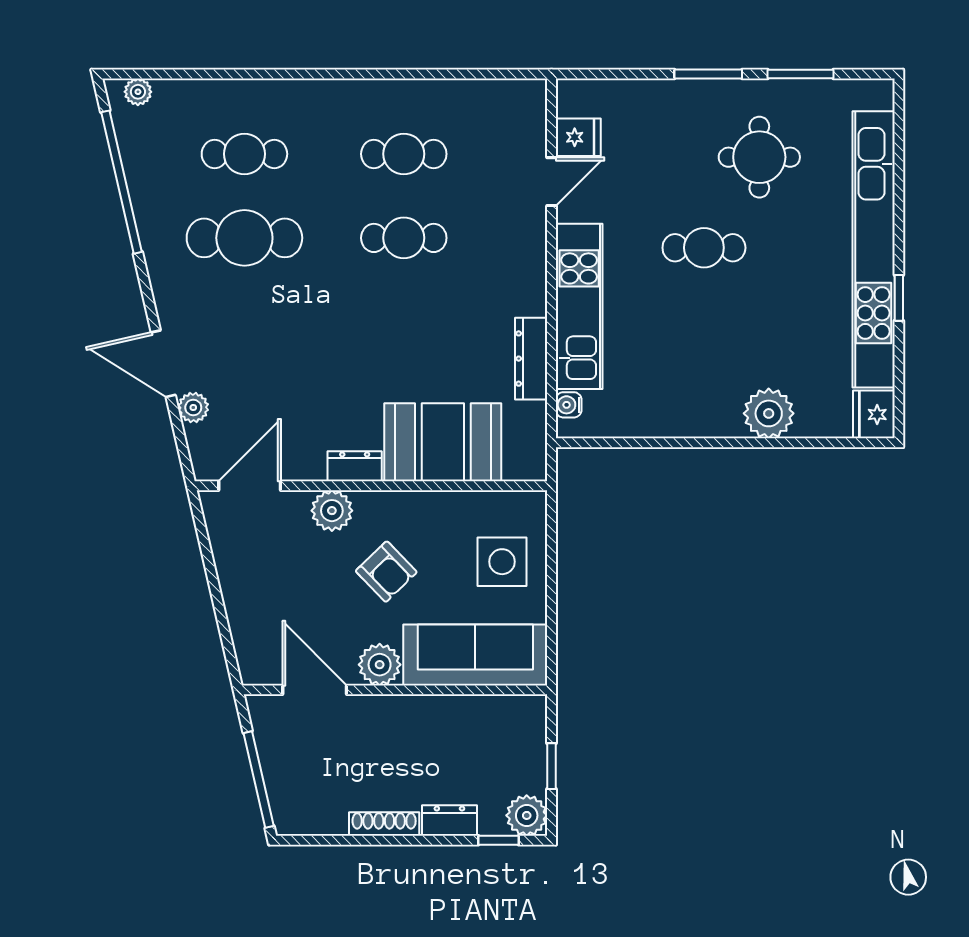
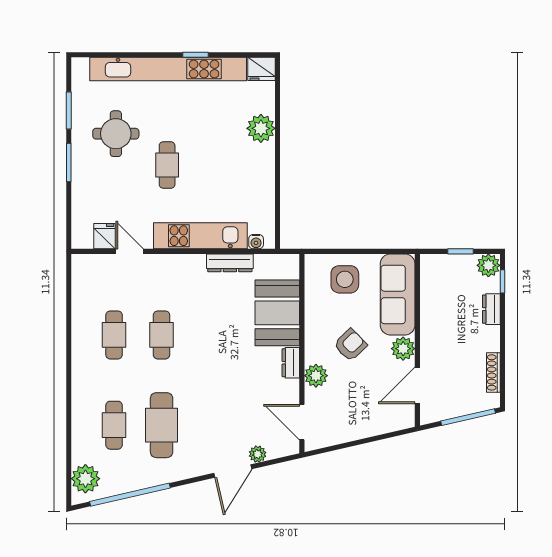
plant: (138, 92) -> (85, 479), width x1.88, depth x1.88
shoe rack: (384, 824) -> (493, 372), moved

